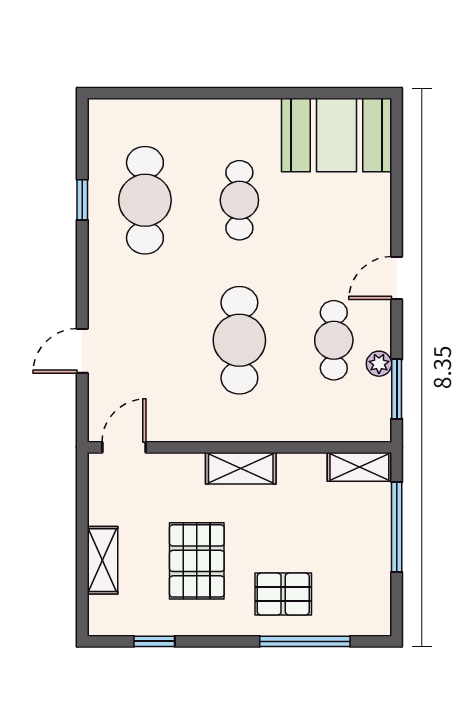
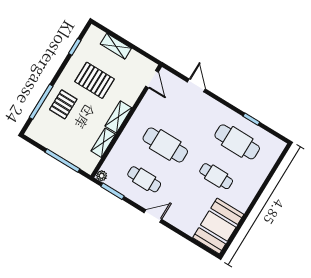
door: (397, 278) -> (153, 216), hinge flipped
plant: (379, 364) -> (102, 176), moved
shelving: (359, 467) -> (103, 143), moved

